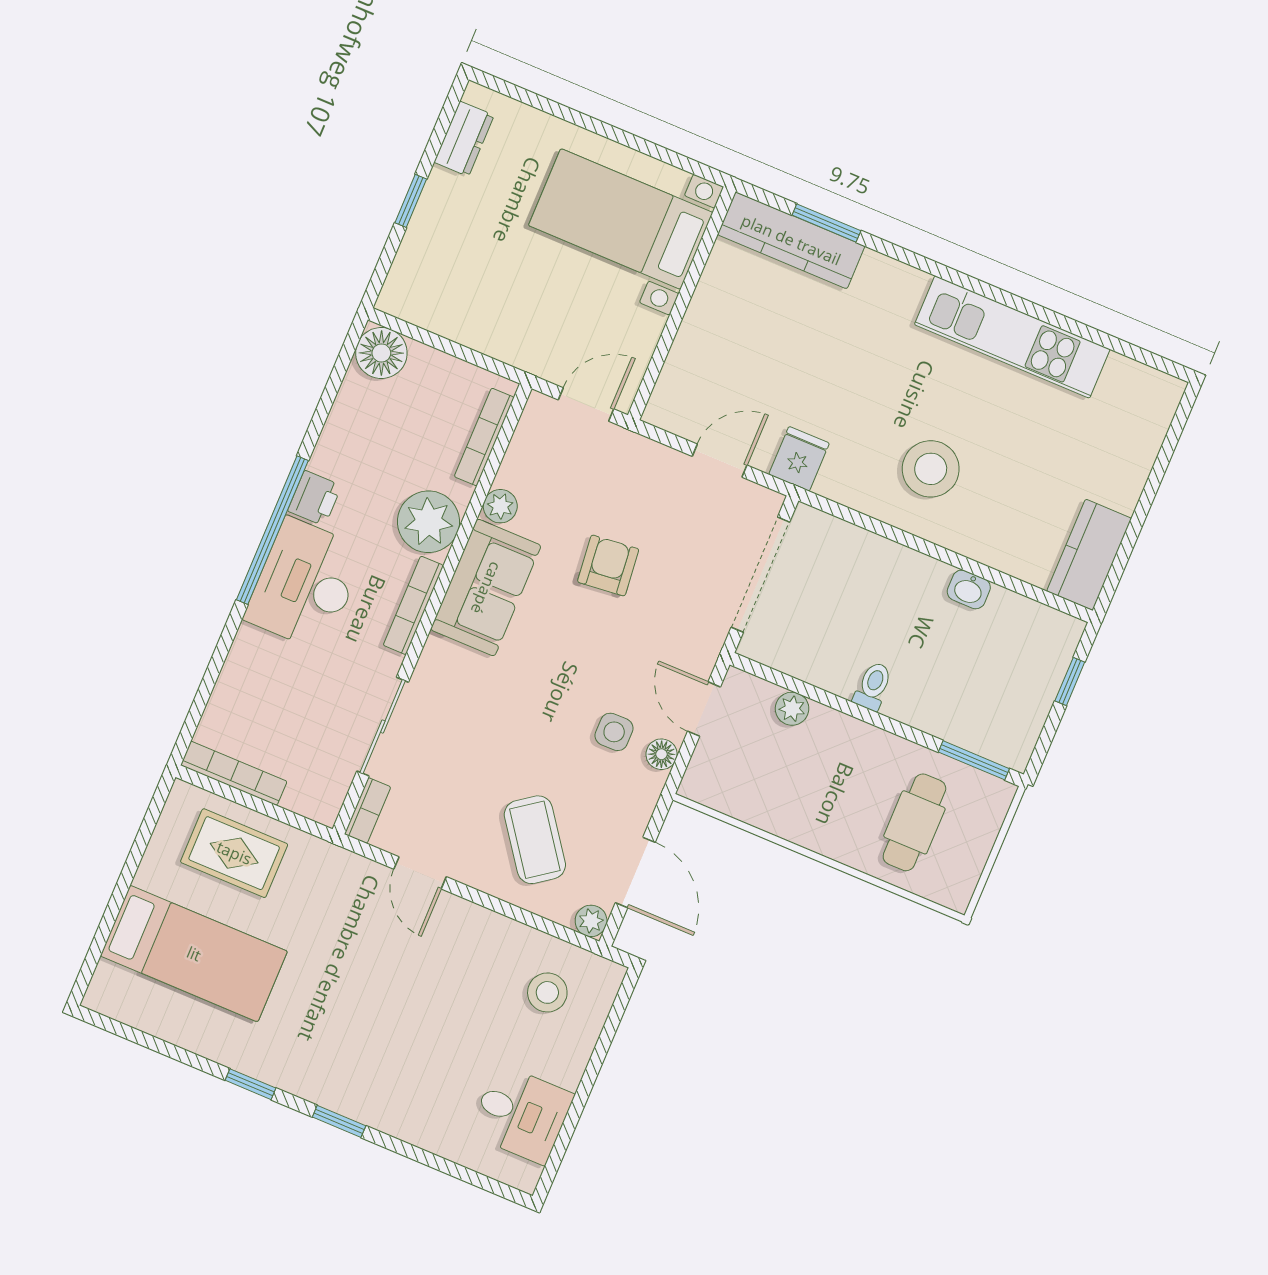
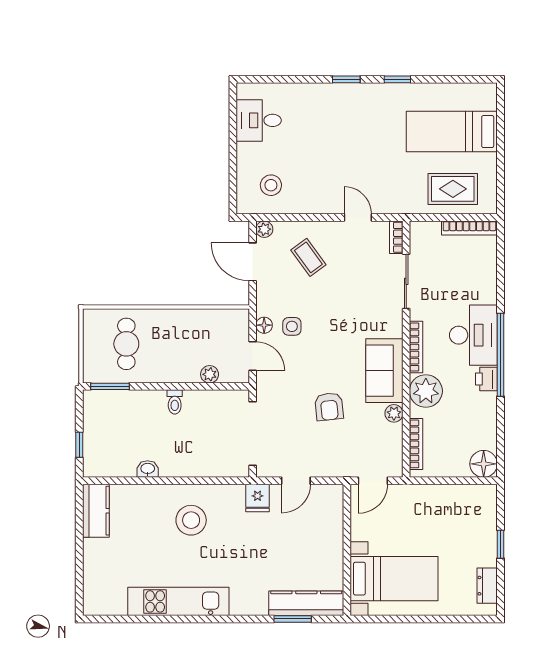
coffee table: (535, 840) -> (308, 257), width x0.73, depth x0.77

